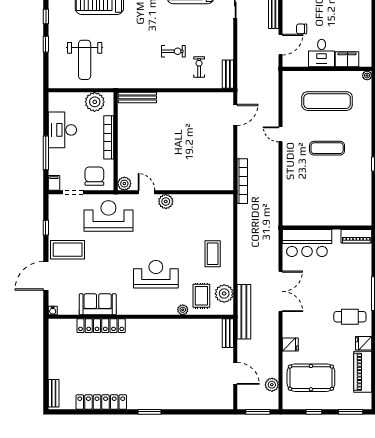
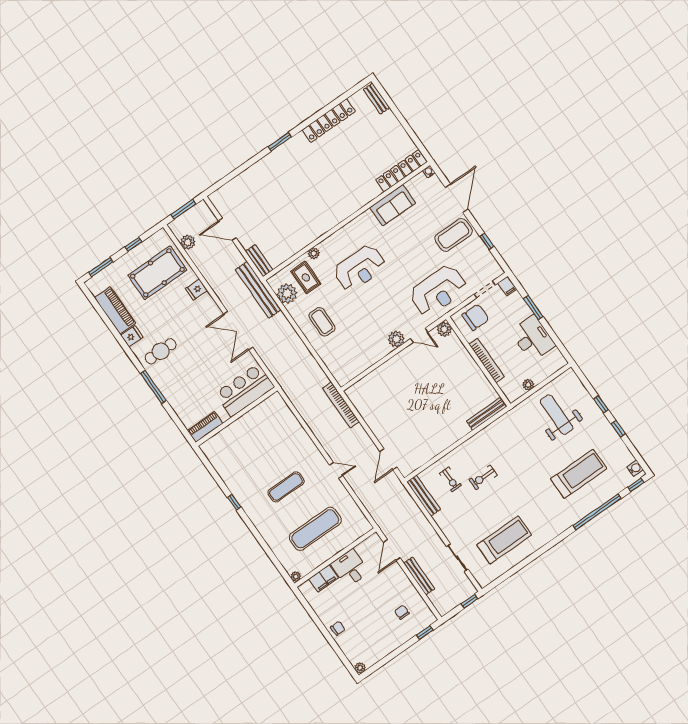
chair: (302, 29) -> (338, 628), moved
bench: (228, 74) -> (424, 496), width x1.36
plant: (95, 102) -> (528, 385), width x0.53, depth x0.53
window: (46, 153) -> (533, 308), width x0.69
chair: (94, 176) -> (475, 317), turned -90
locker: (101, 326) -> (401, 171), moved

